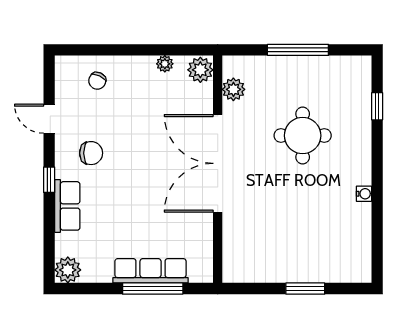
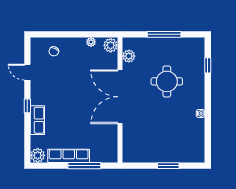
chair: (91, 153) -> (50, 91), removed
row of seats: (151, 271) -> (69, 156), moved

